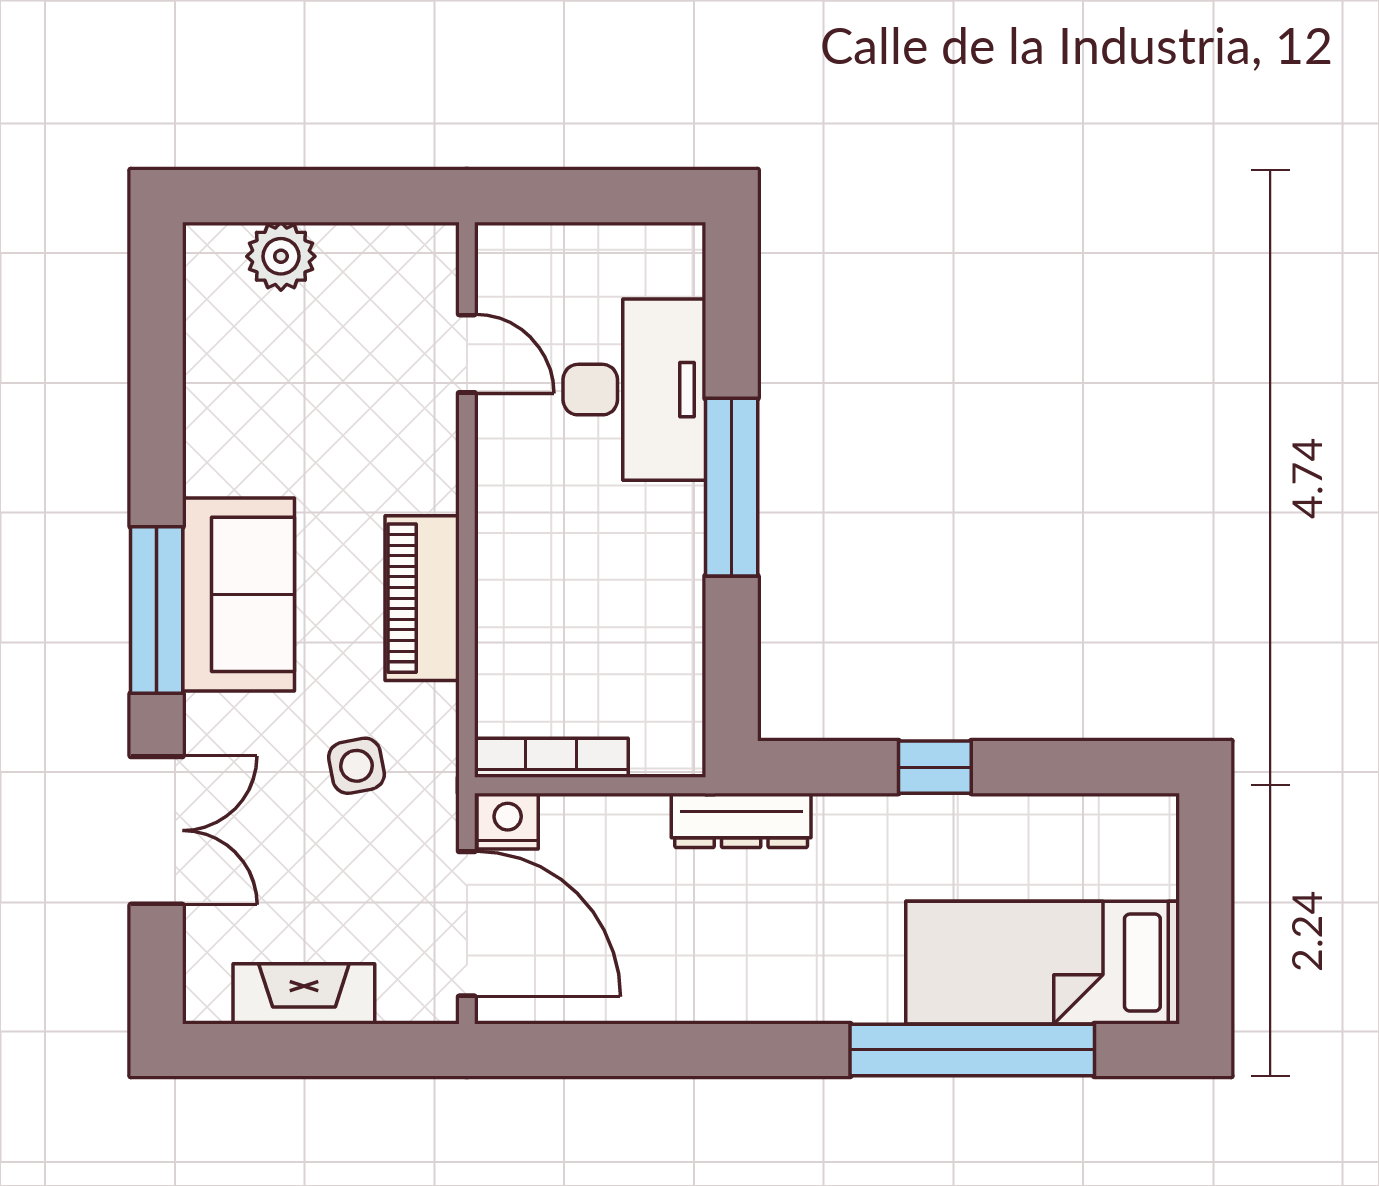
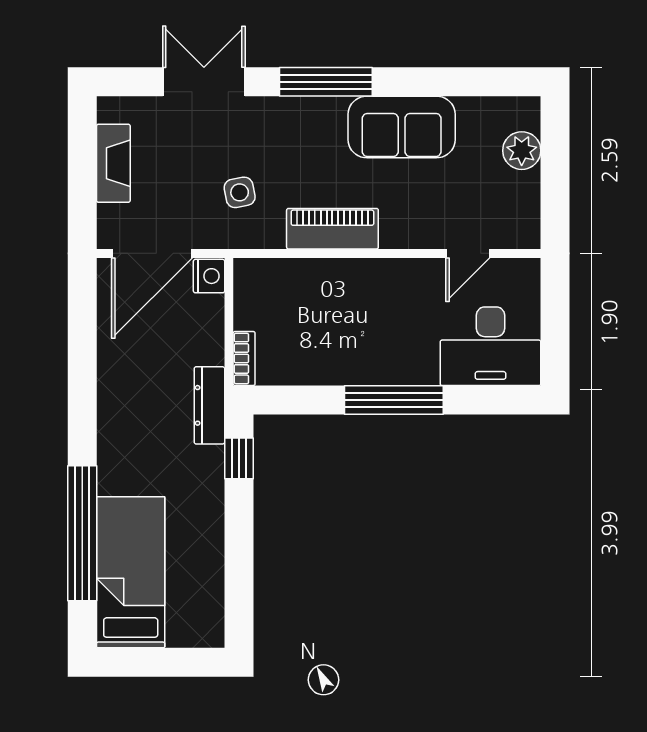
desk: (634, 390) -> (491, 346), moved
sofa: (238, 594) -> (402, 127), moved
bookcase: (551, 758) -> (244, 358), moved, width x0.64
window: (935, 767) -> (239, 458), moved
double door: (157, 830) -> (204, 82), swing flipped

